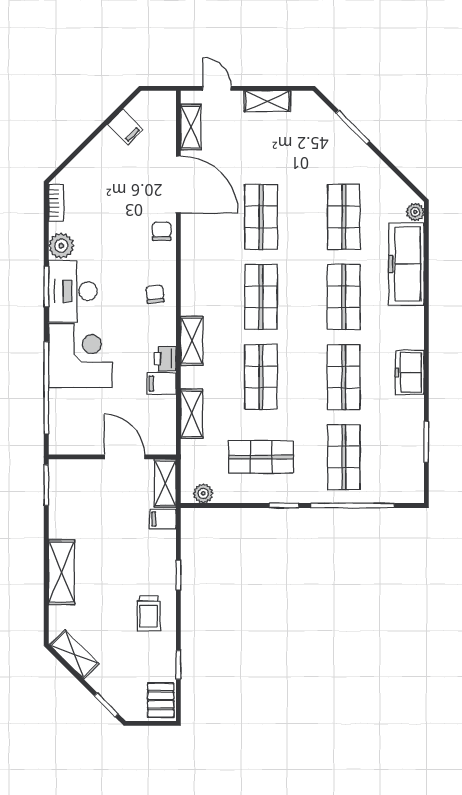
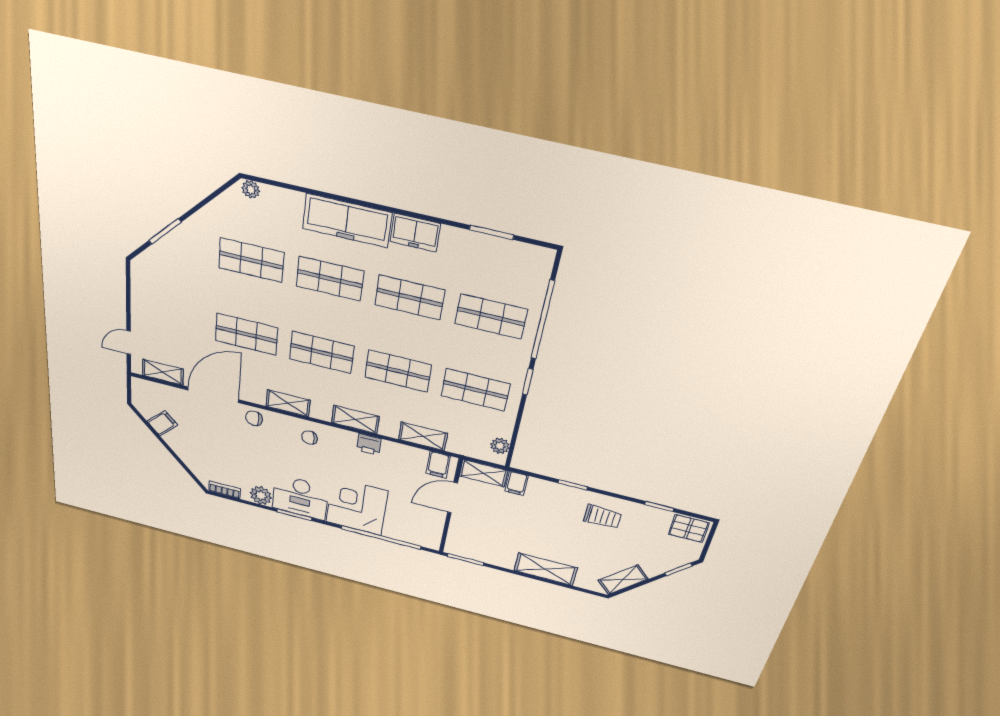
shelving: (267, 101) -> (288, 403), moved, turned 90
freezer: (406, 264) -> (347, 221), moved
filing cabinet: (162, 384) -> (438, 465), moved
shop shelf: (261, 457) -> (475, 390), turned 90

